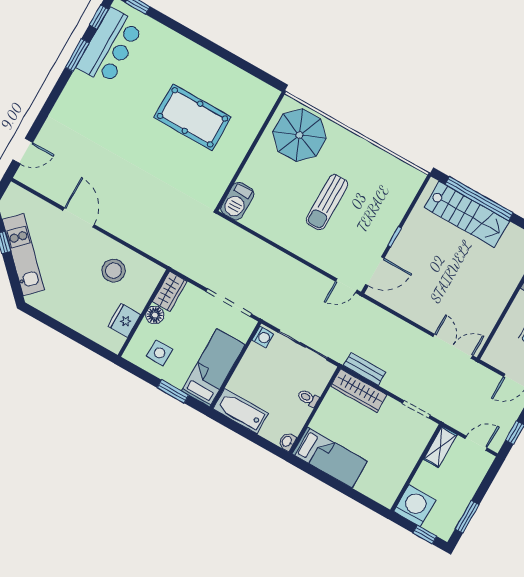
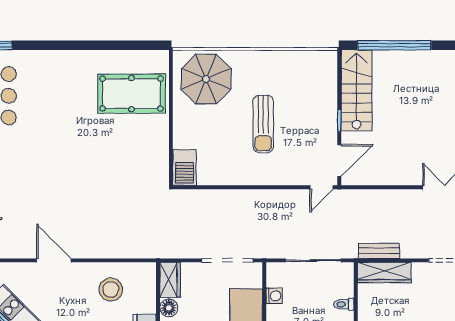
pool table: (192, 117) -> (132, 94), moved
stairs: (467, 214) -> (356, 90), moved, turned -90
washing machine: (263, 337) -> (274, 296), moved

